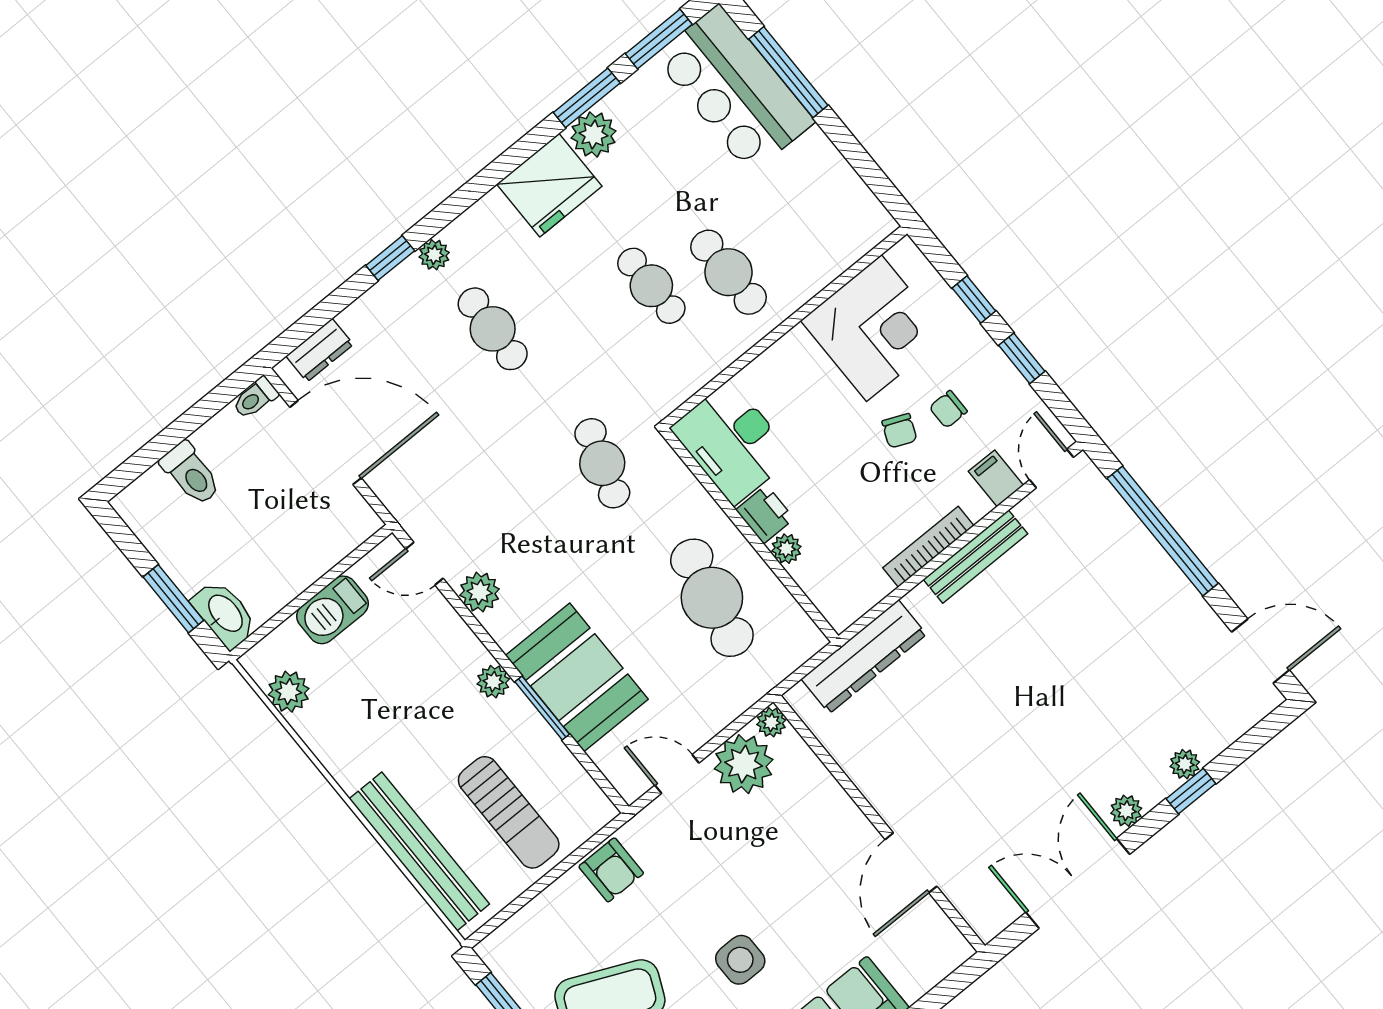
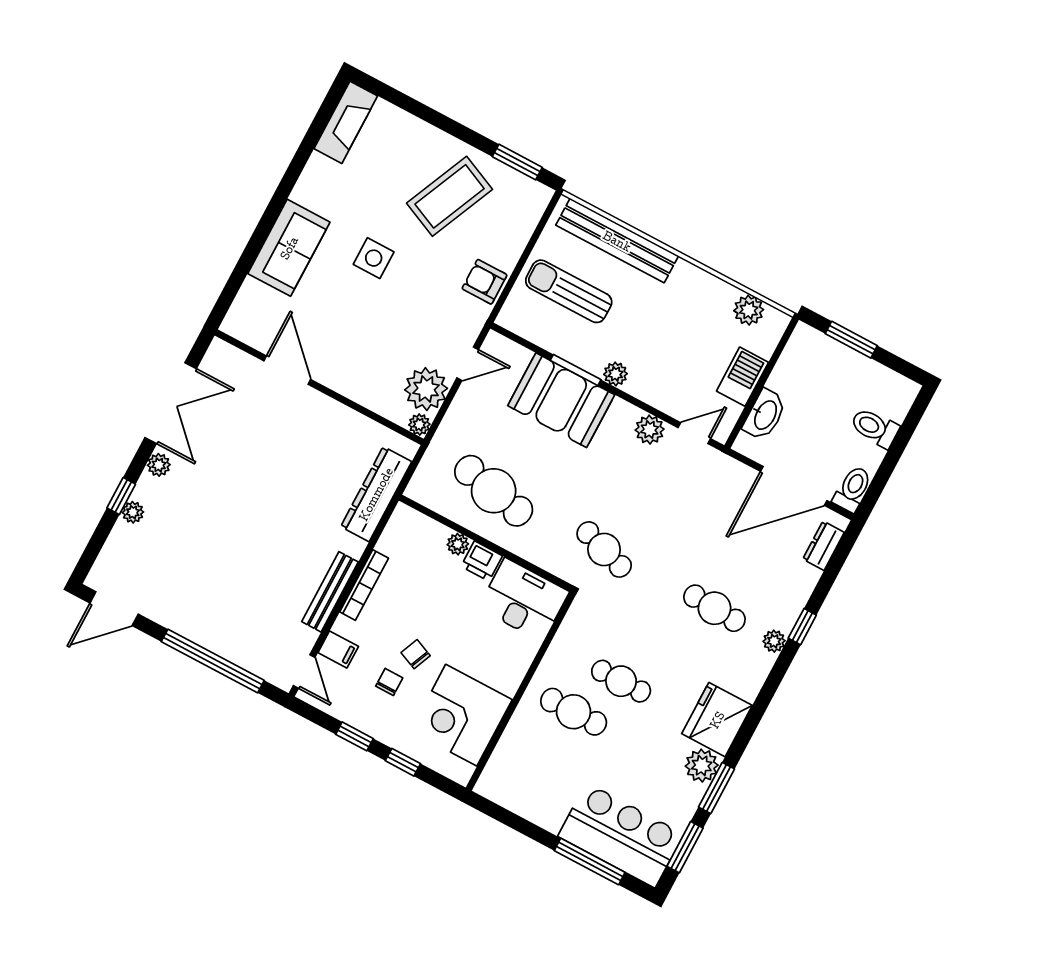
toilet: (255, 398) -> (853, 489), width x1.37, depth x1.39
washbasin: (225, 614) -> (765, 415), moved, turned -90

